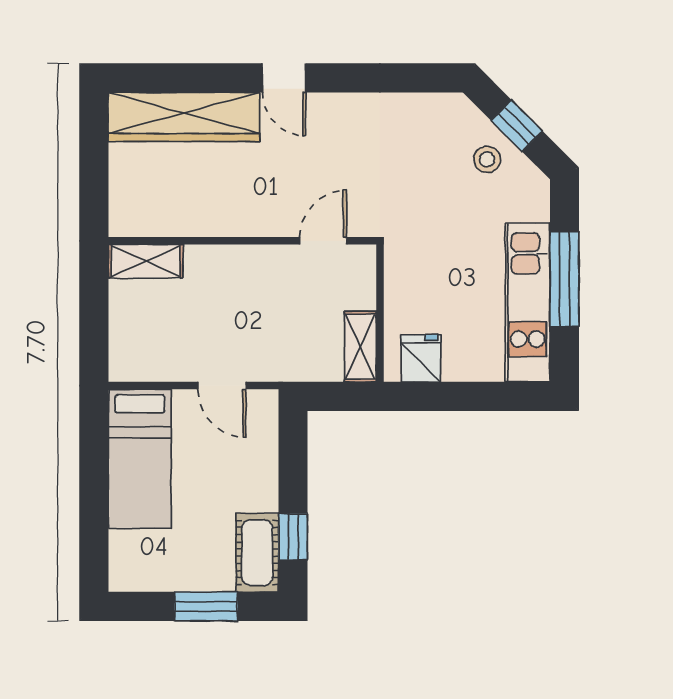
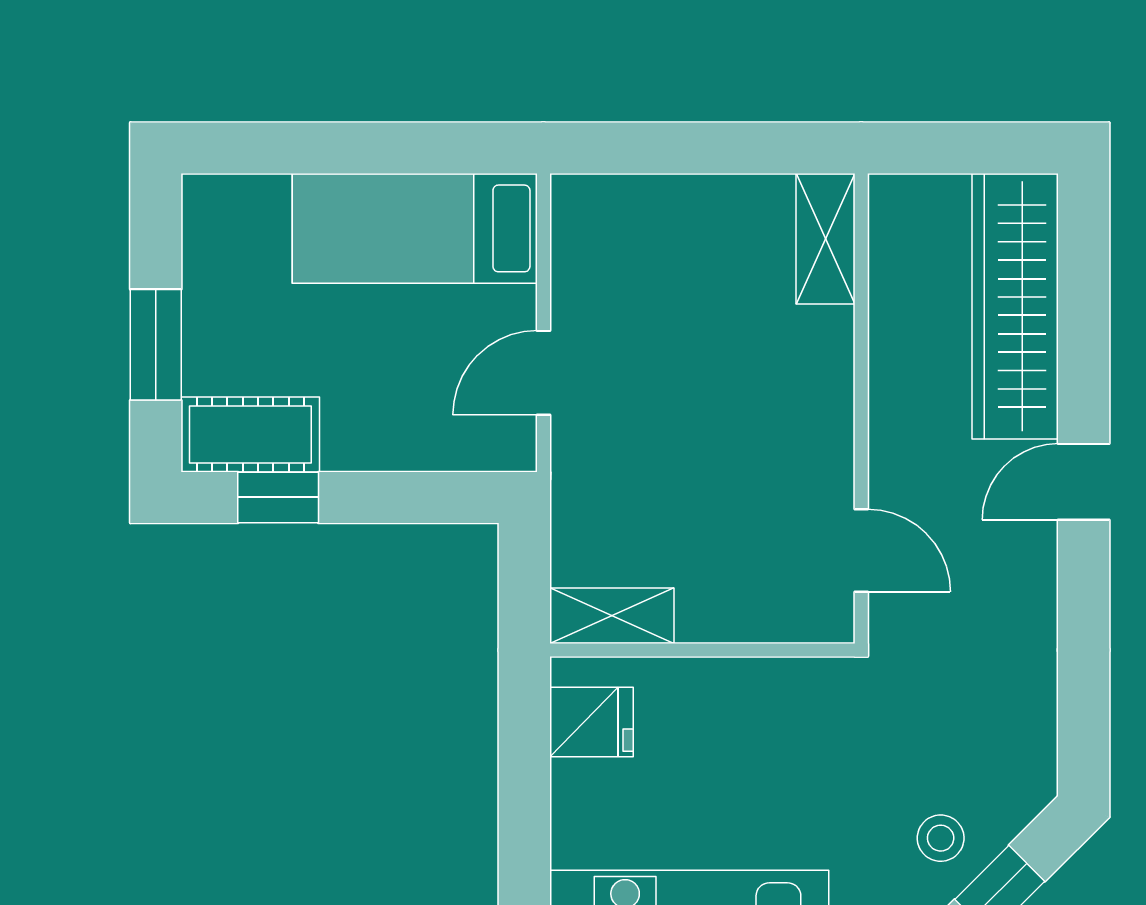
wall: (242, 241) -> (861, 409), moved
door: (323, 241) -> (861, 550), moved
shelving: (146, 261) -> (825, 239), moved

